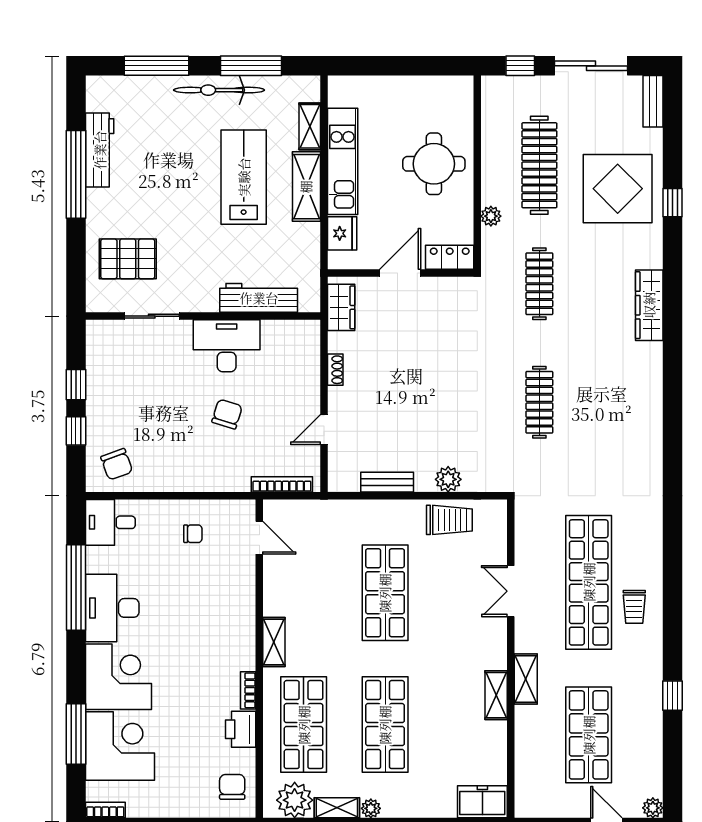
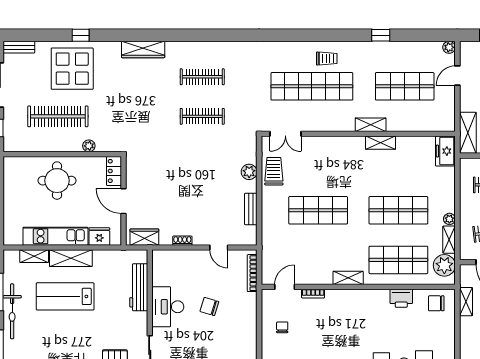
clothes rail: (539, 284) -> (202, 77), moved
double door: (511, 591) -> (285, 134), moved
bookcase: (248, 690) -> (313, 294), moved

